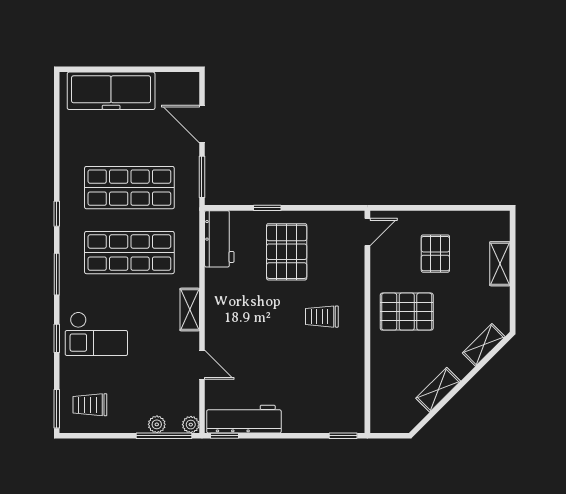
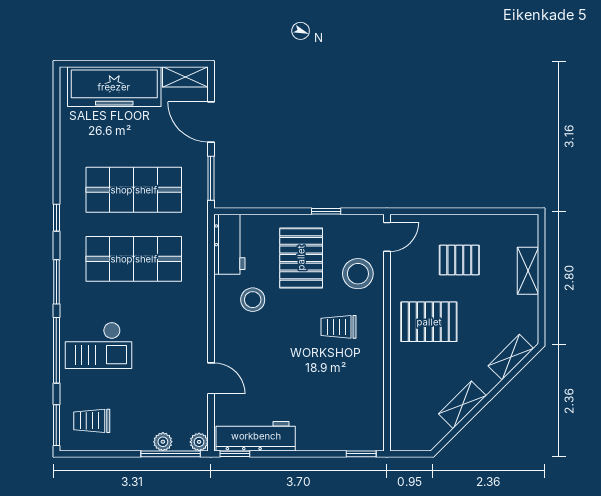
window: (267, 208) -> (326, 211), moved
pallet: (435, 254) -> (459, 260), turned 90
stool: (340, 266) -> (358, 274), added
stool: (241, 291) -> (253, 300), added
shelving: (190, 310) -> (185, 77), moved, turned 90
window: (57, 338) -> (56, 350), width x2.17

